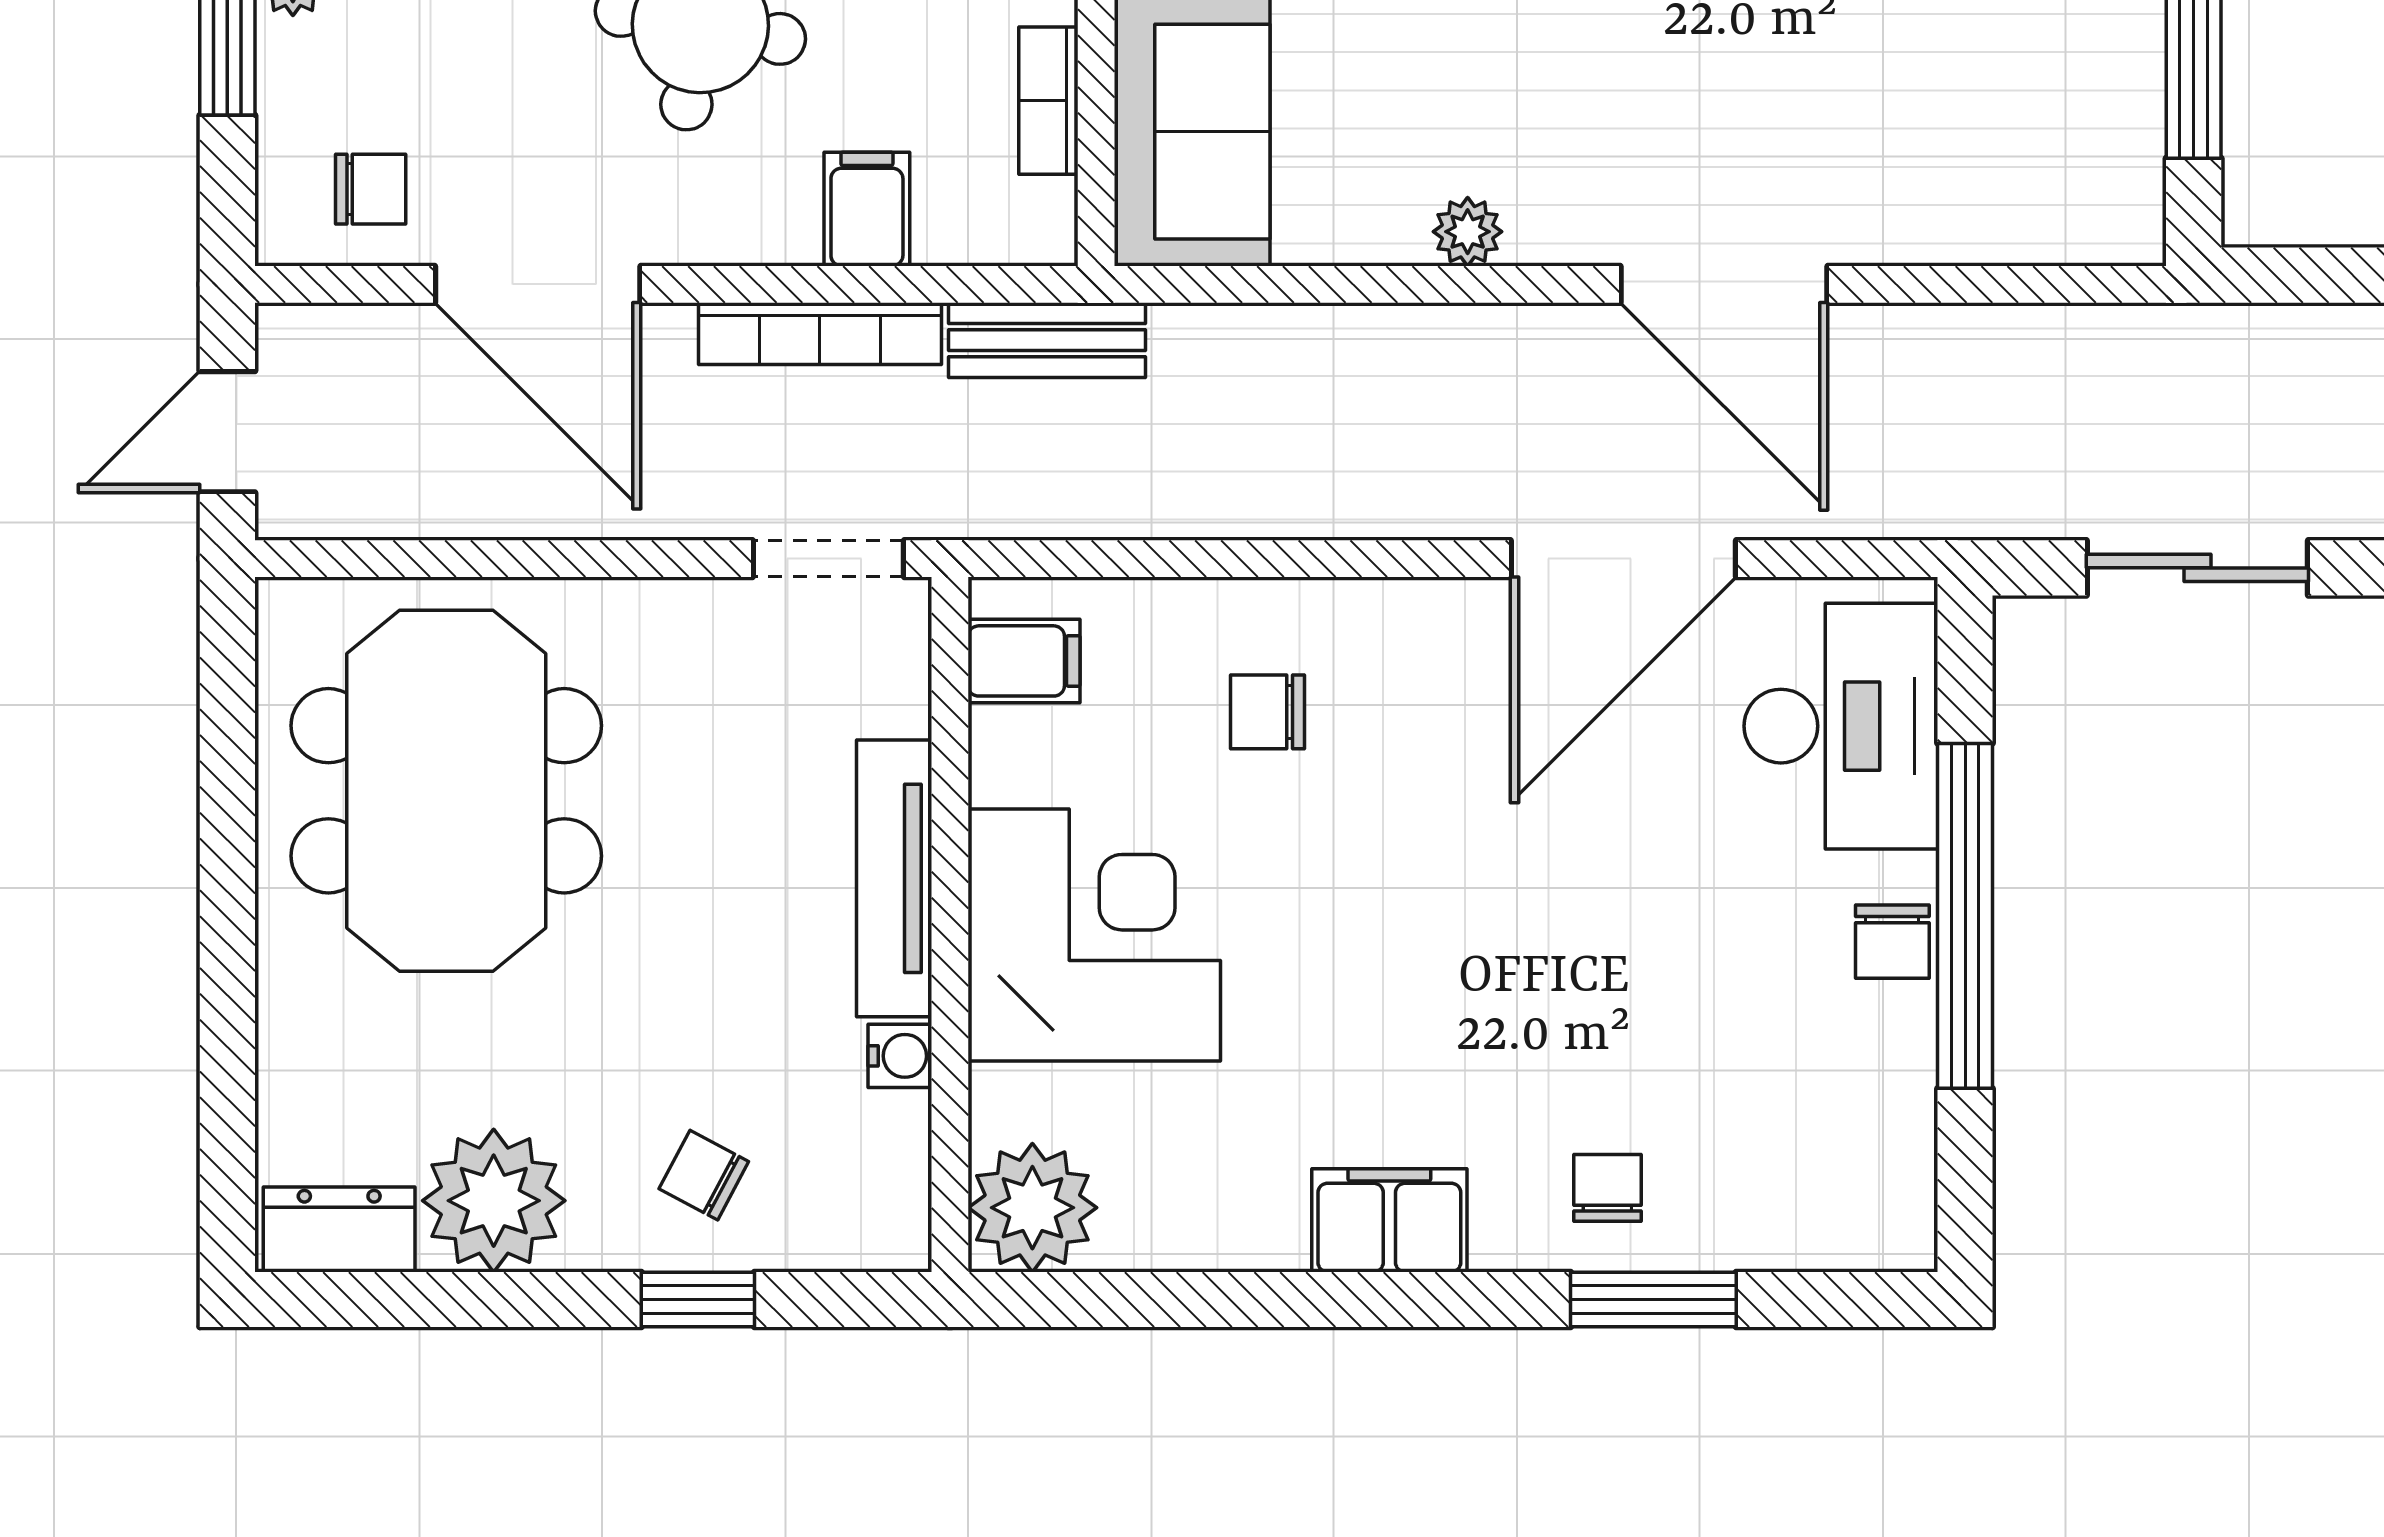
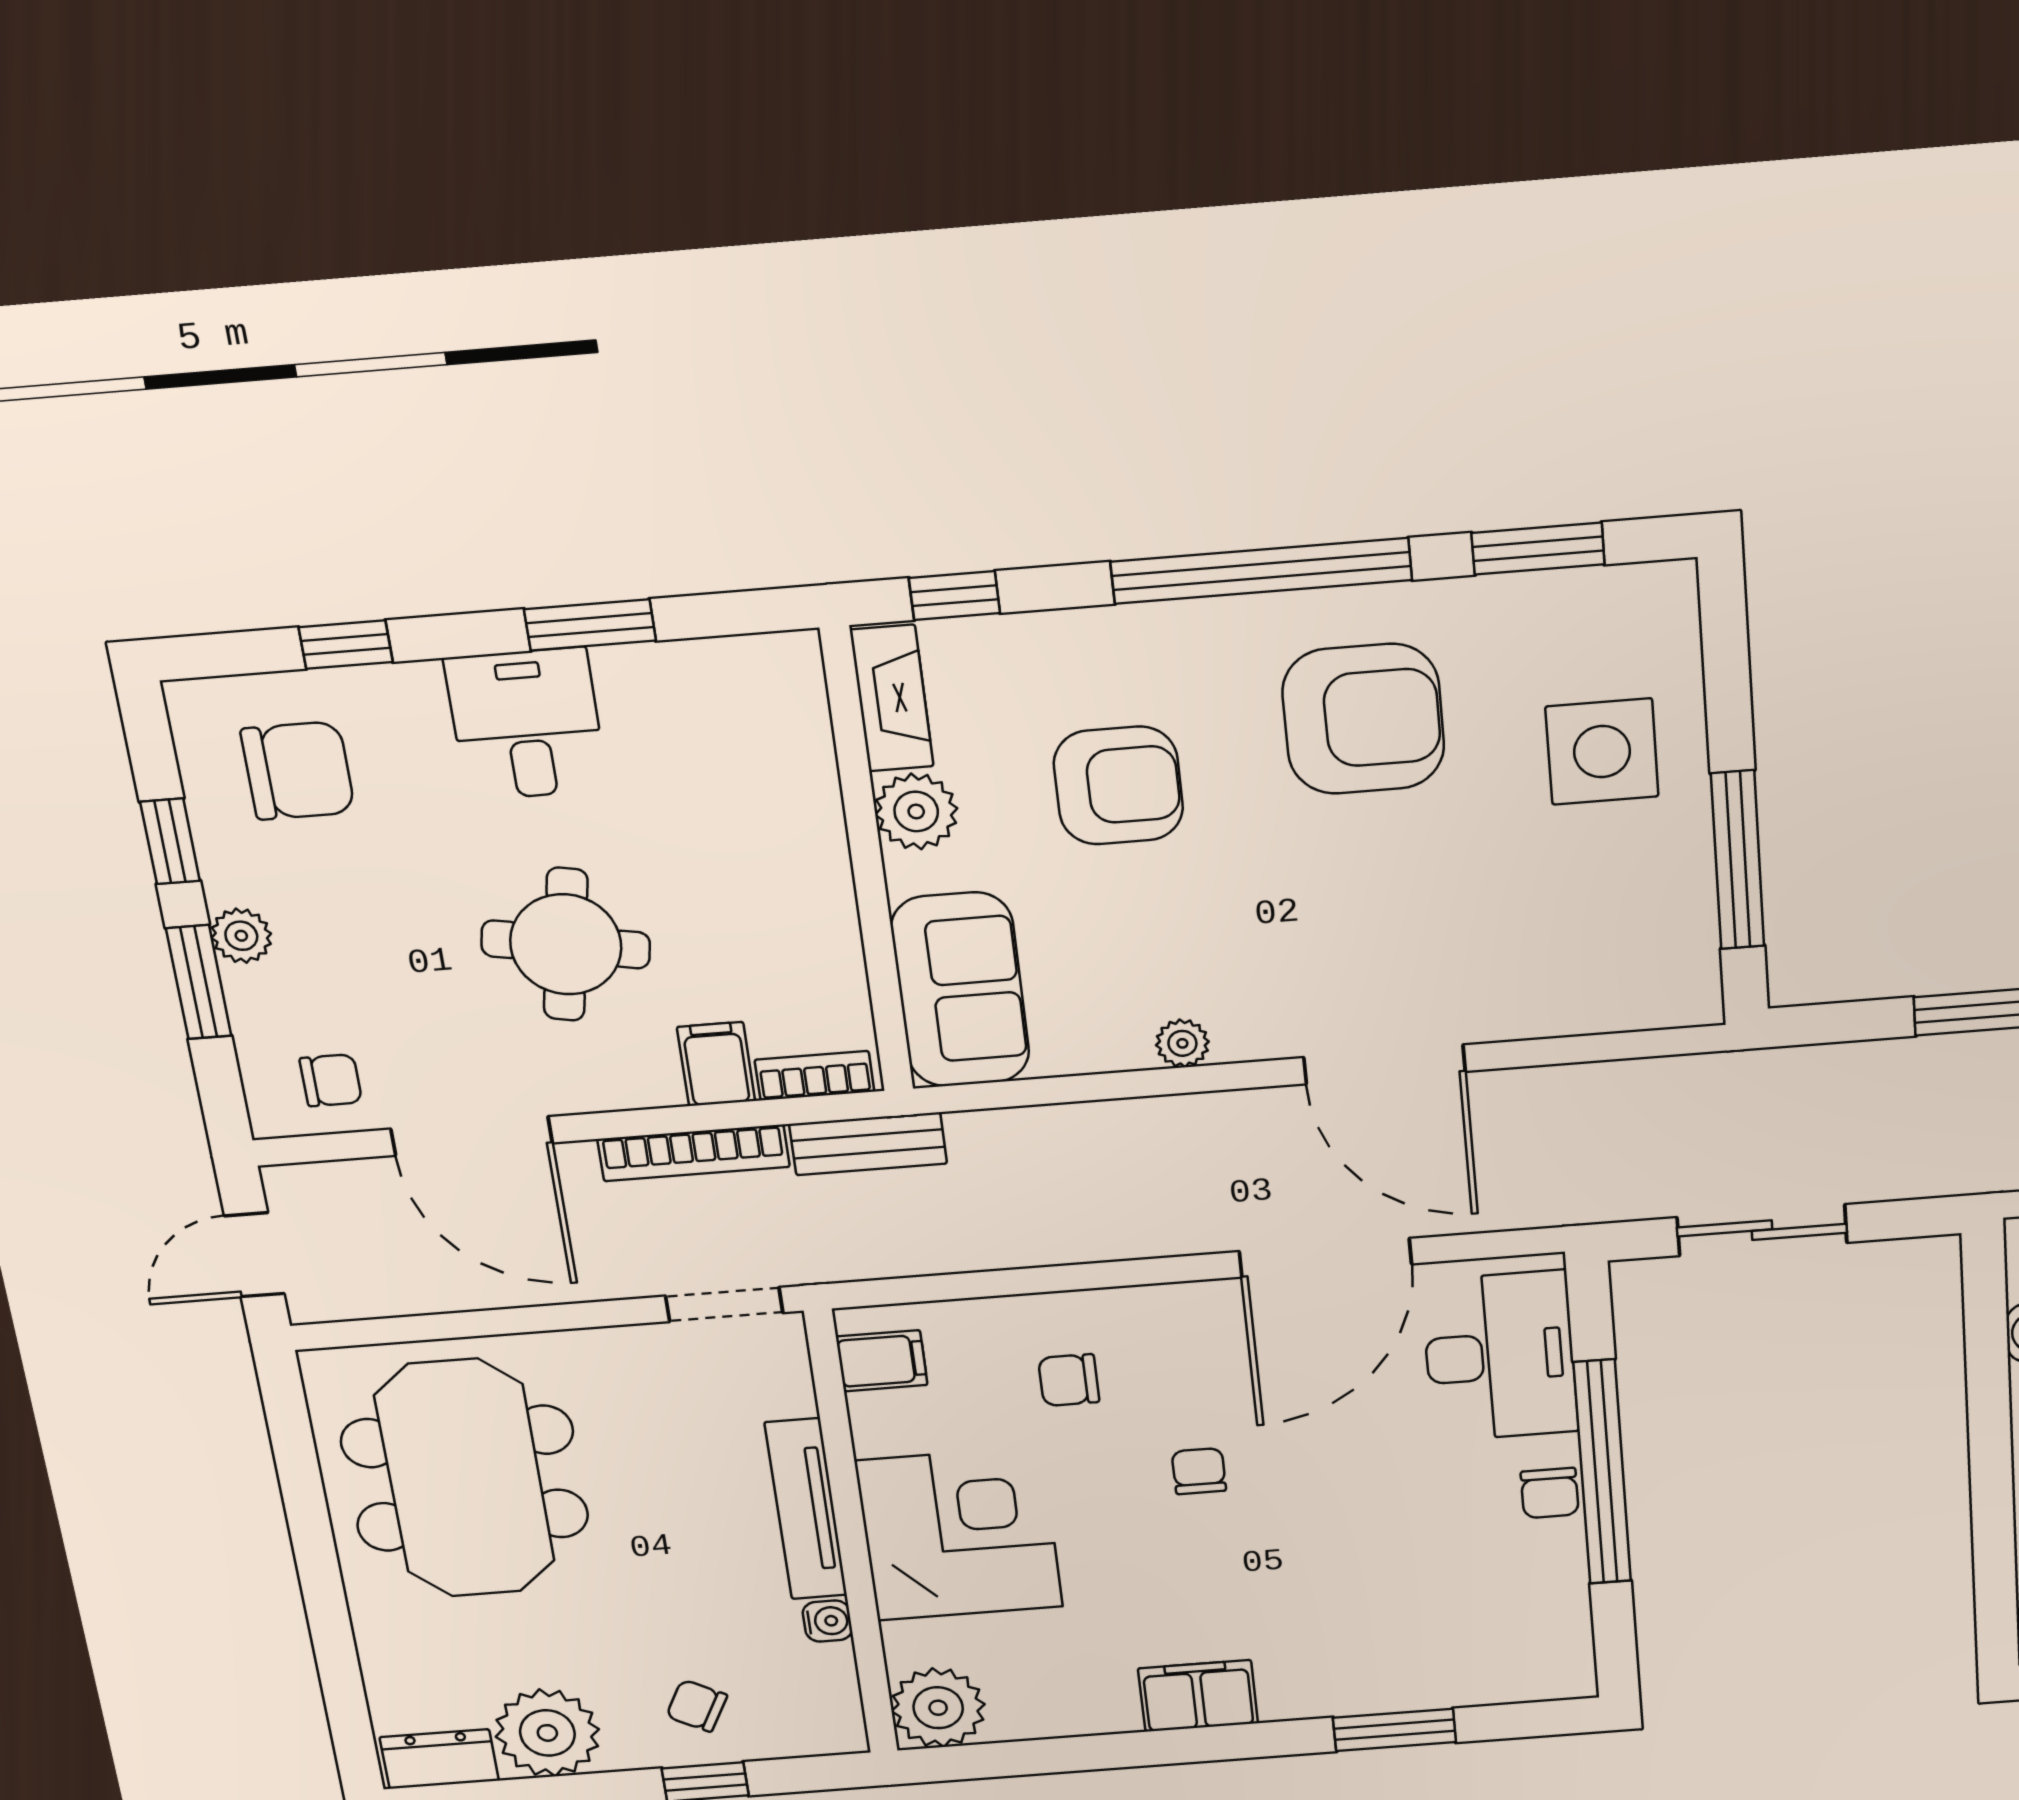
bookcase: (1048, 101) -> (814, 1076), moved, turned 90
chair: (1608, 1188) -> (1199, 1471), moved

